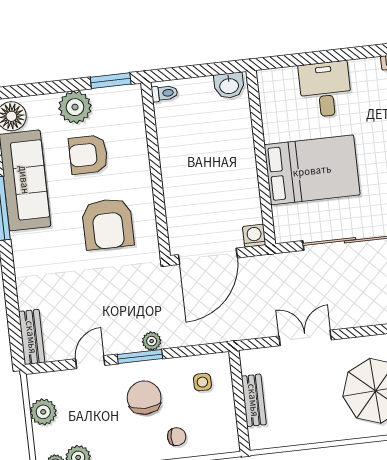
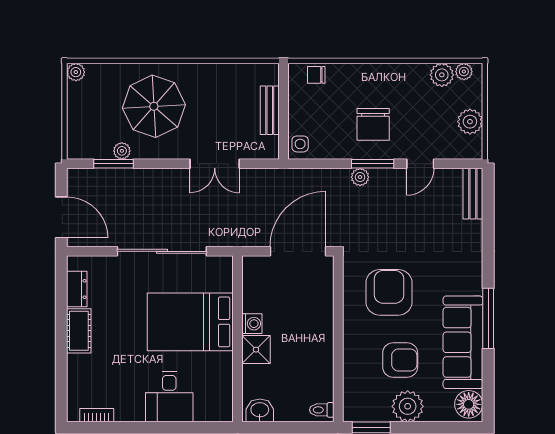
shower: (240, 149) -> (256, 350), added
washing machine: (254, 236) -> (252, 324), moved, turned -90
side table: (202, 382) -> (300, 144), moved
chair: (177, 437) -> (316, 75), moved

